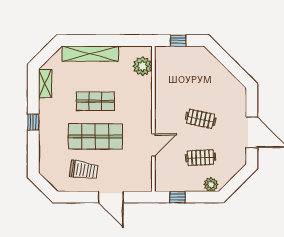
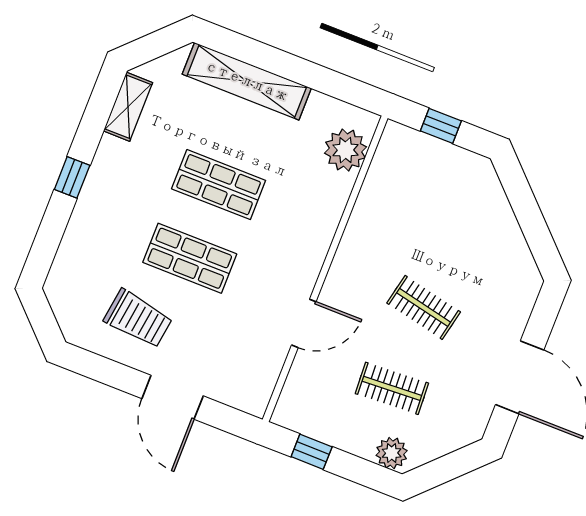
shop shelf: (95, 136) -> (190, 258), width x0.70, depth x0.74

